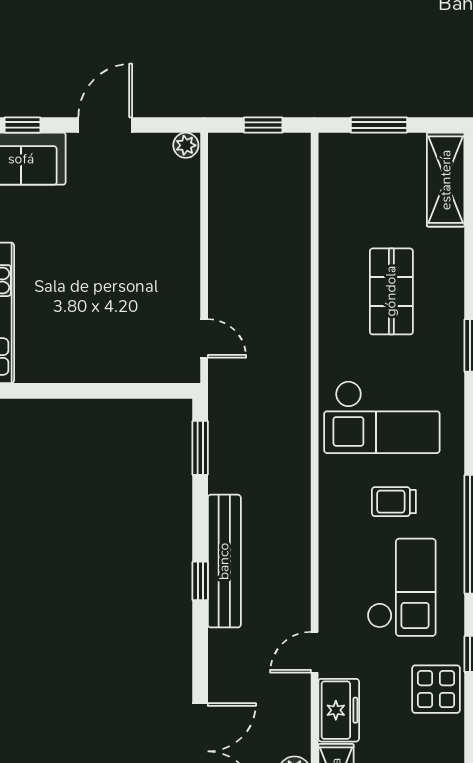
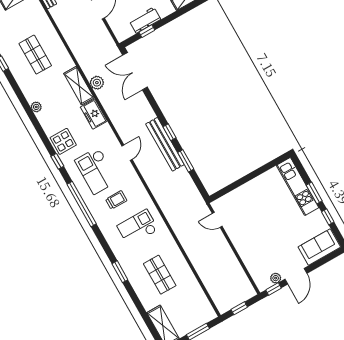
window: (22, 125) -> (274, 289), moved
plant: (186, 145) -> (276, 278), moved
checkout: (382, 417) -> (138, 228), width x0.73, depth x0.83
window: (200, 448) -> (186, 161), moved
door: (315, 652) -> (127, 153), moved

